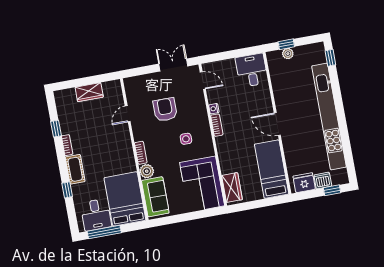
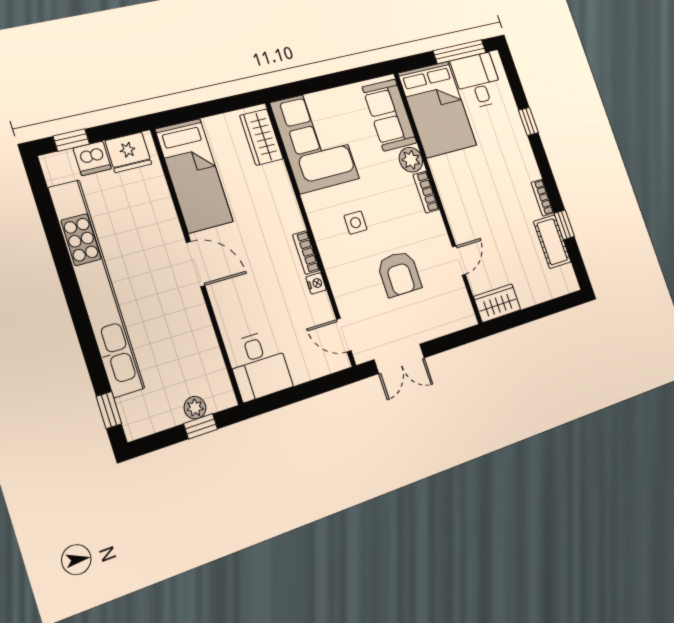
wardrobe: (89, 92) -> (497, 303), moved
cot: (75, 169) -> (552, 242), moved

